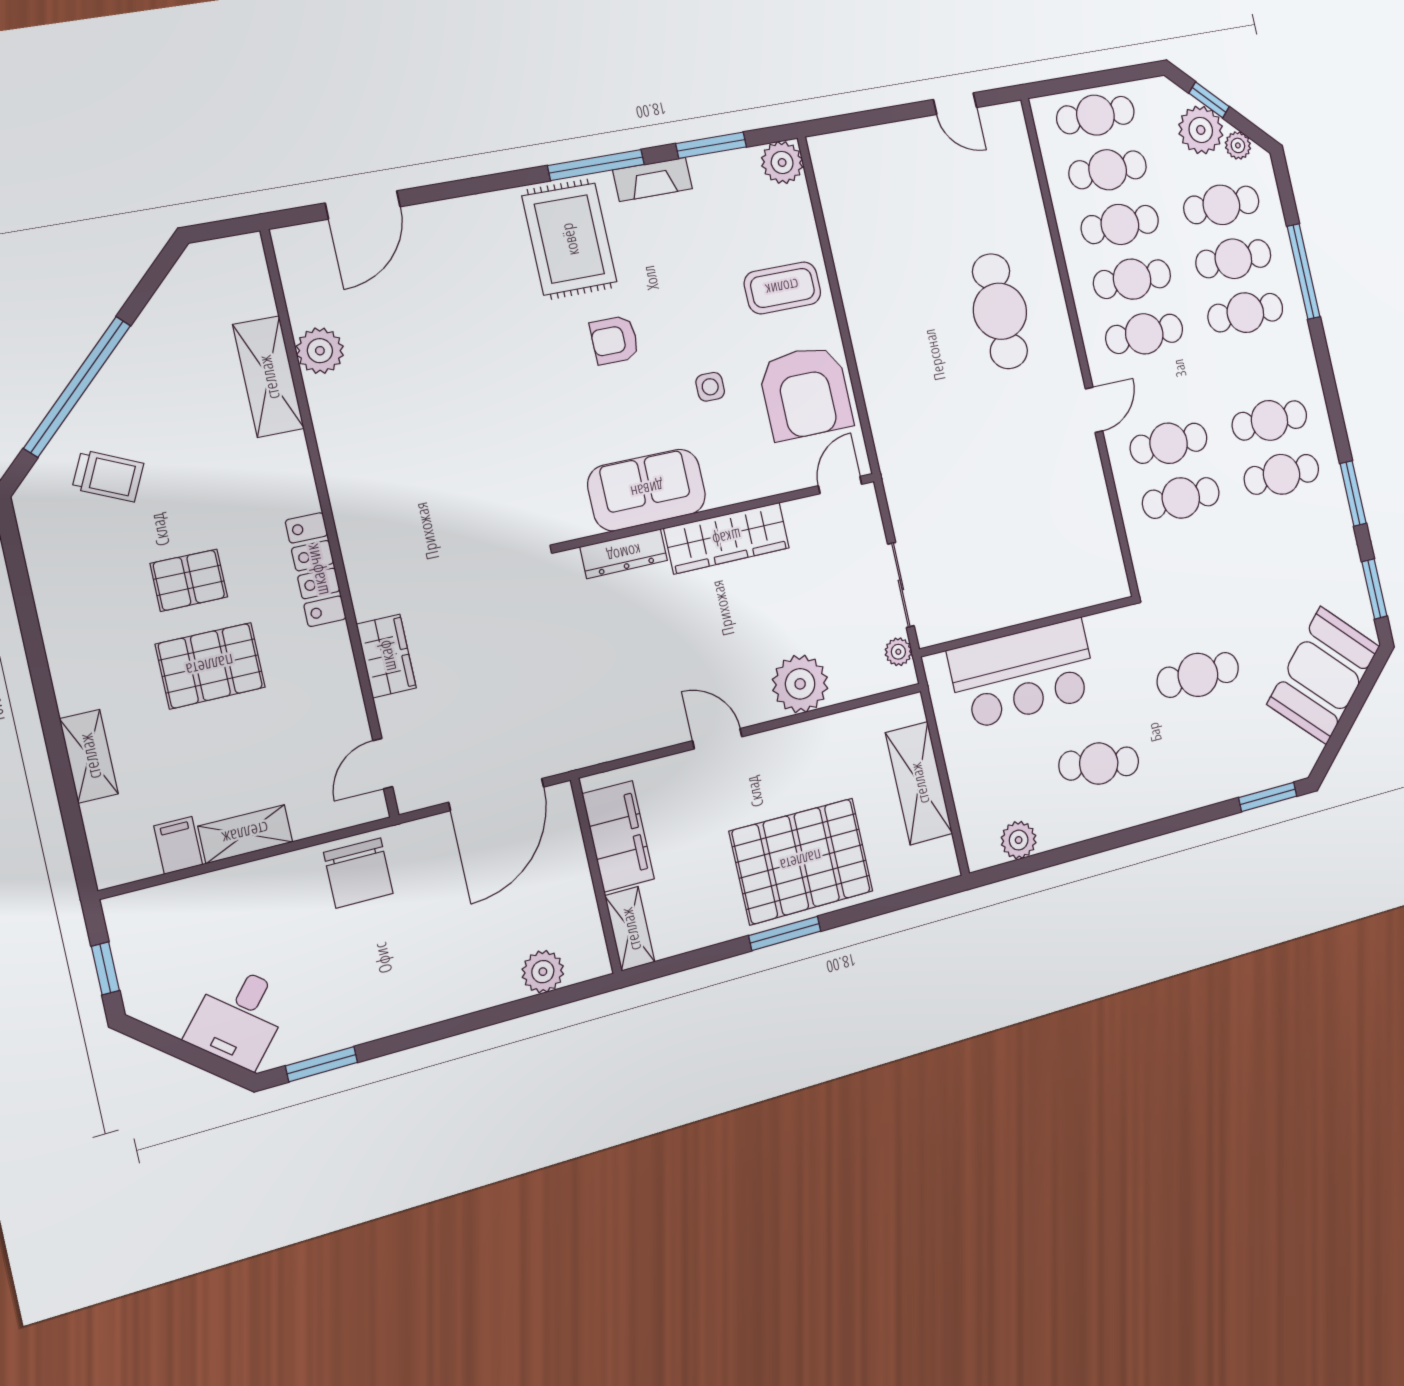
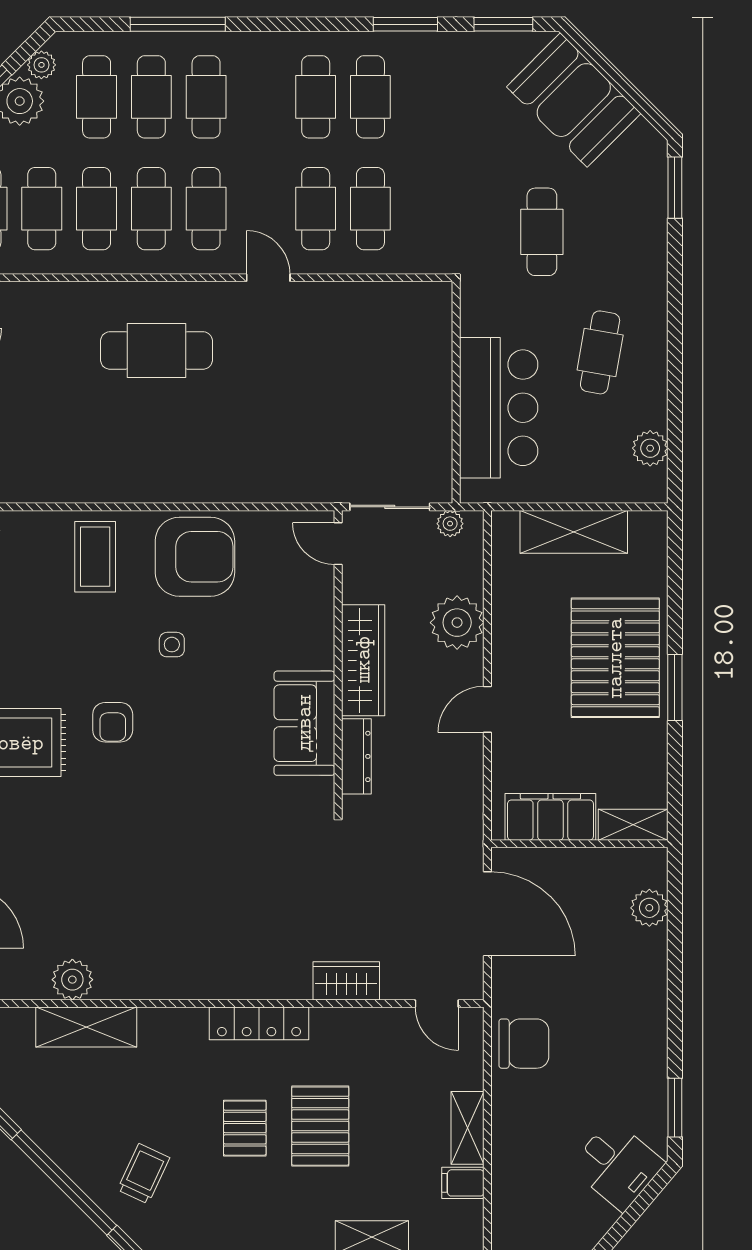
door: (840, 485) -> (338, 544), moved
sofa: (647, 490) -> (304, 723), moved
wall: (720, 512) -> (338, 661), moved
wardrobe: (727, 538) -> (363, 660), moved
dresser: (624, 554) -> (356, 756), moved

